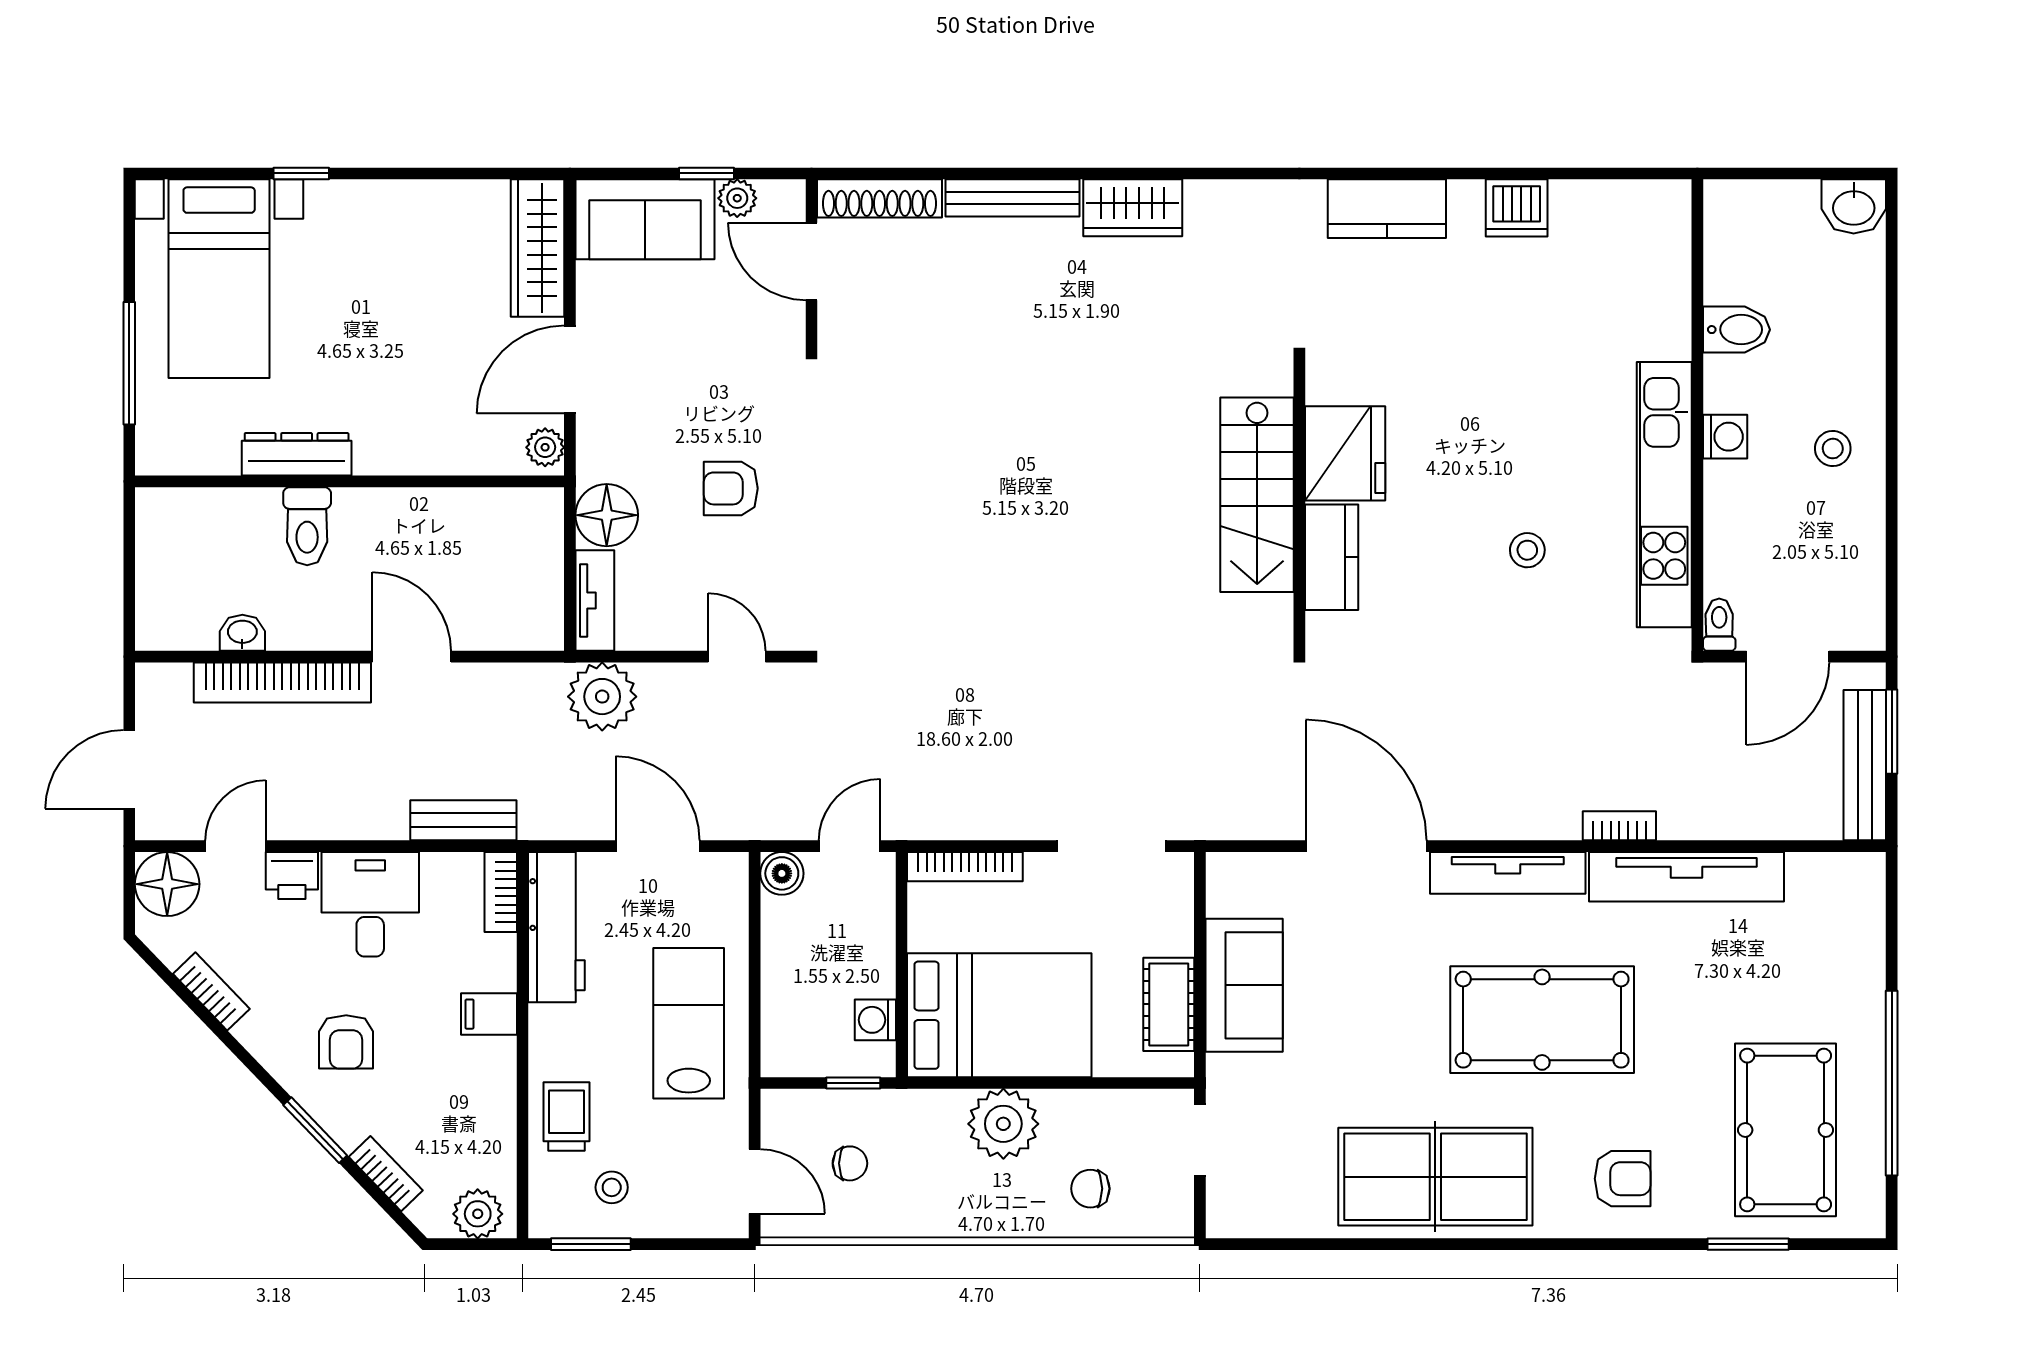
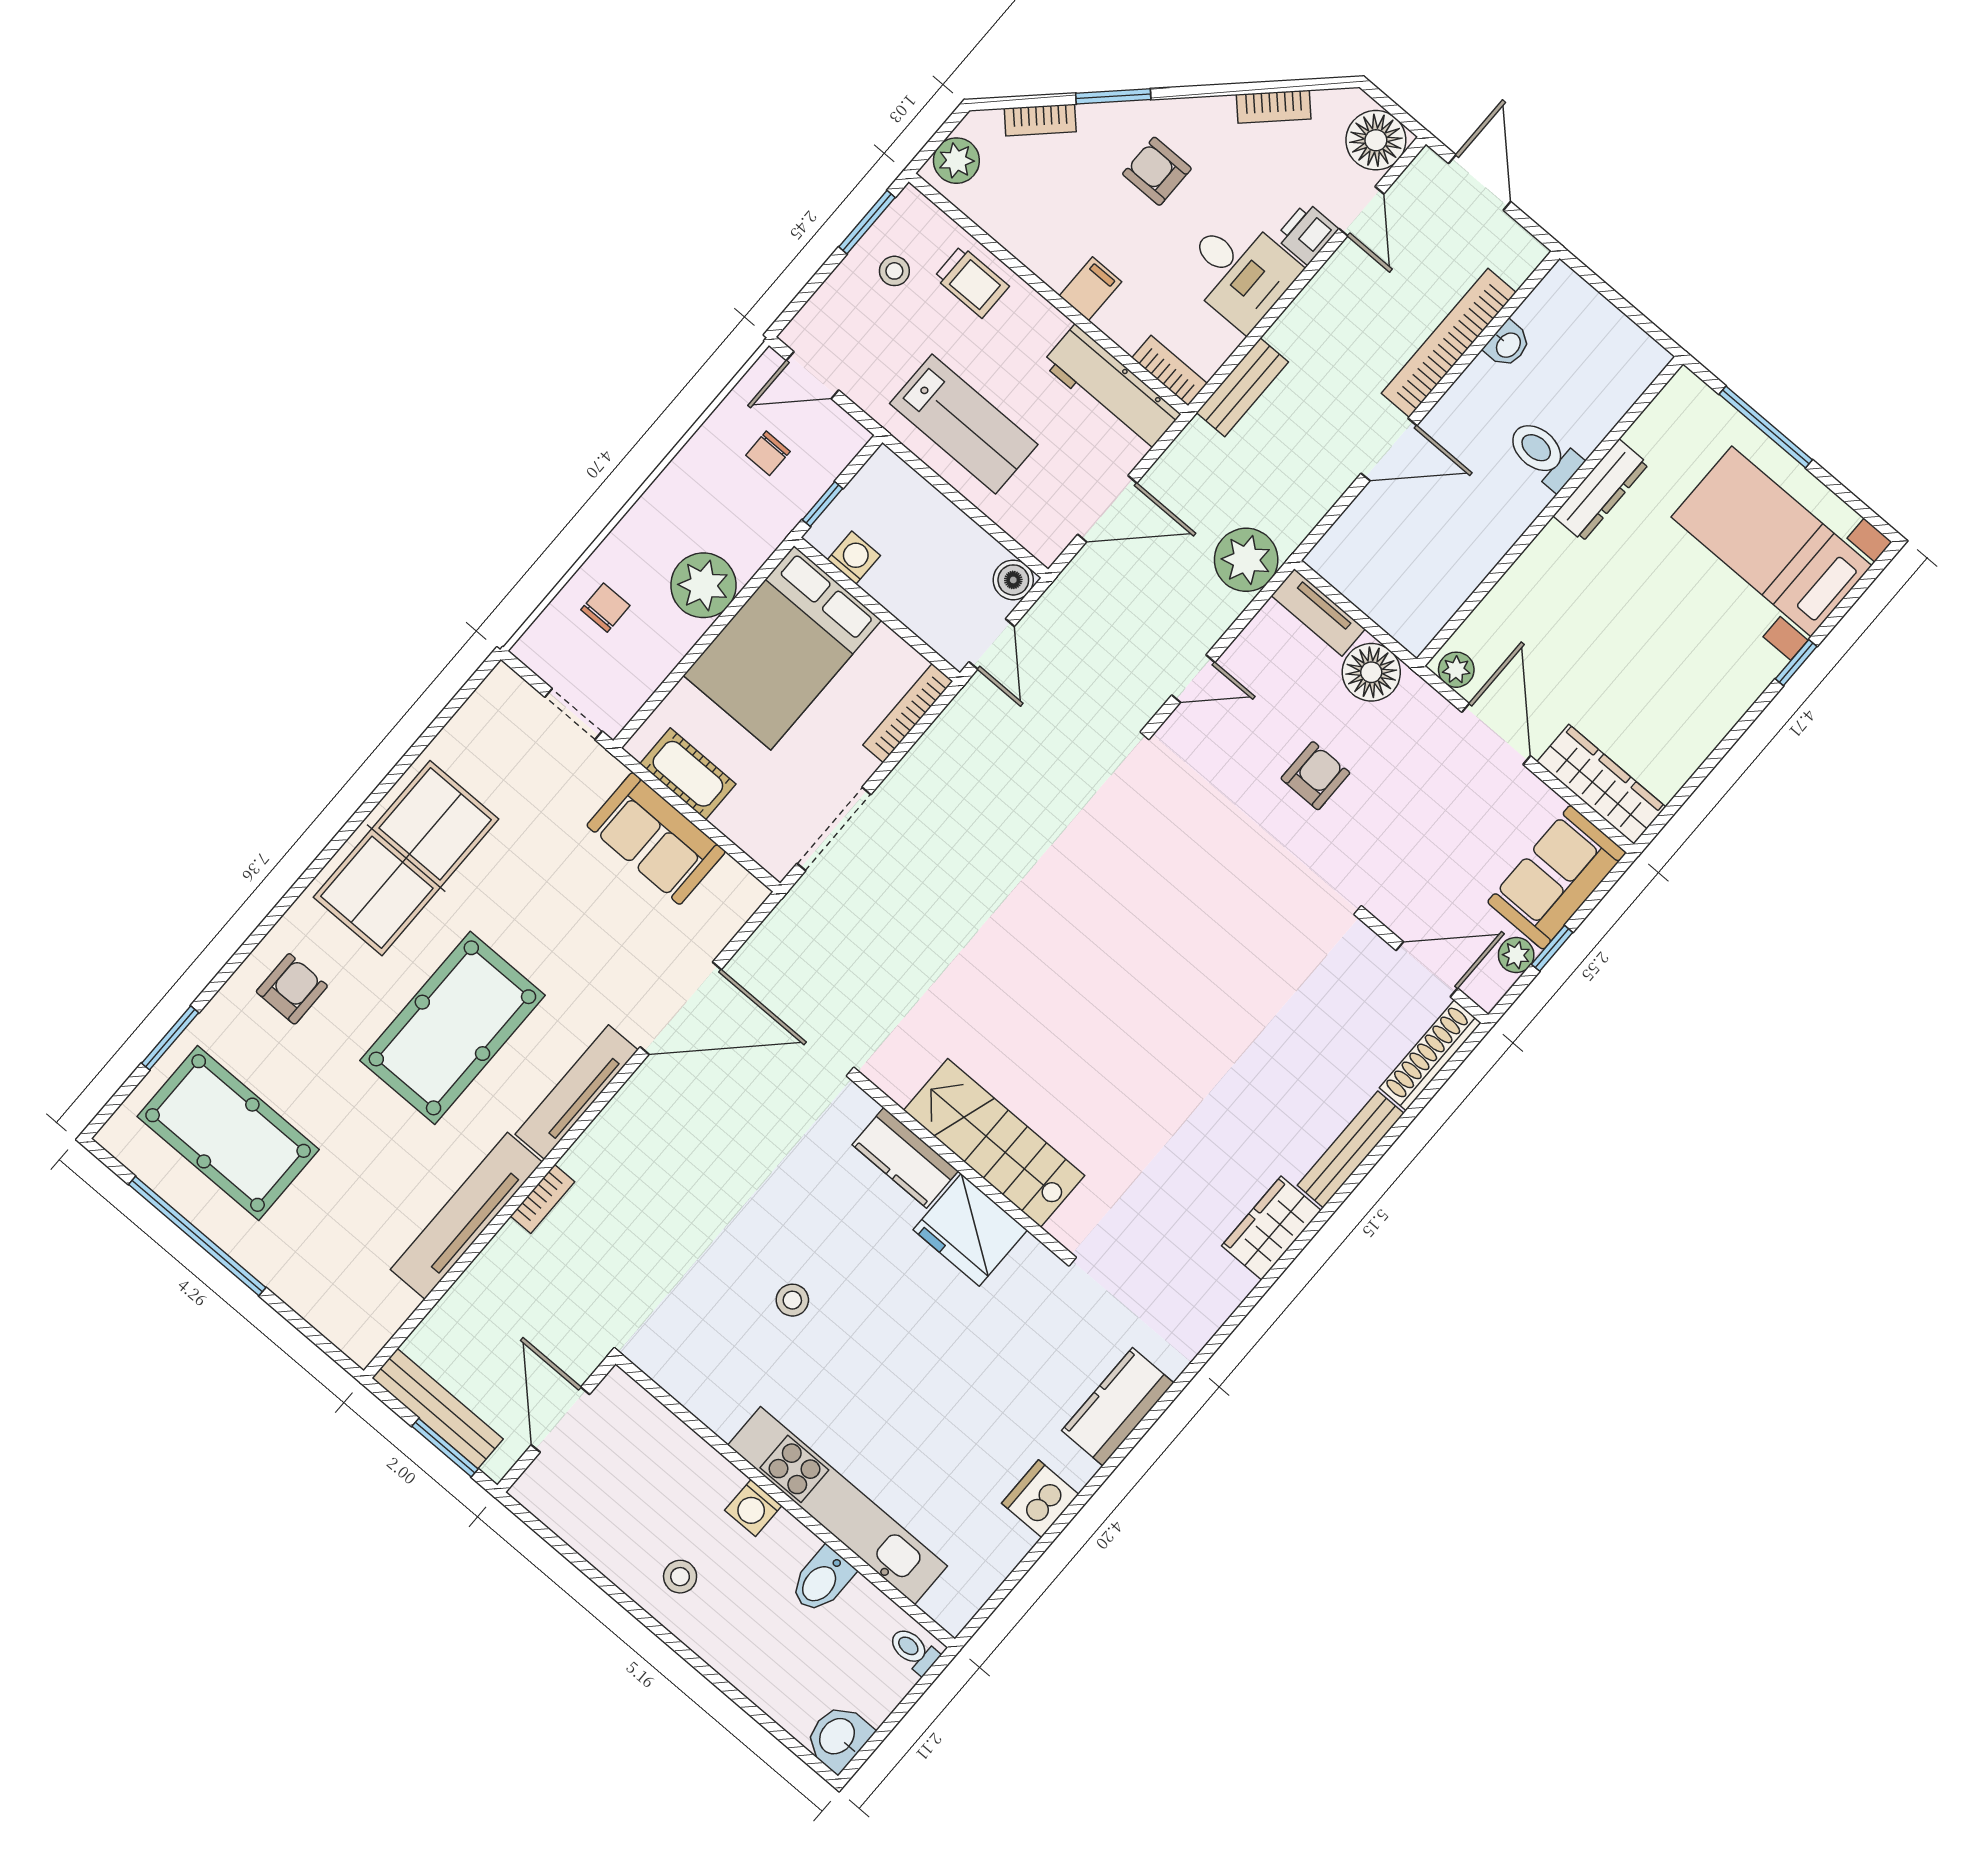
kitchen unit: (1664, 495) -> (838, 1506), moved
toilet: (1719, 625) -> (914, 1650), moved, turned 180
armchair: (1623, 1179) -> (292, 989), turned 180

